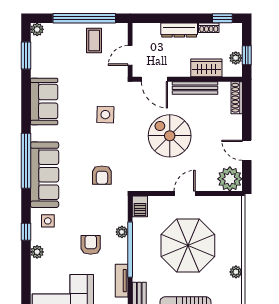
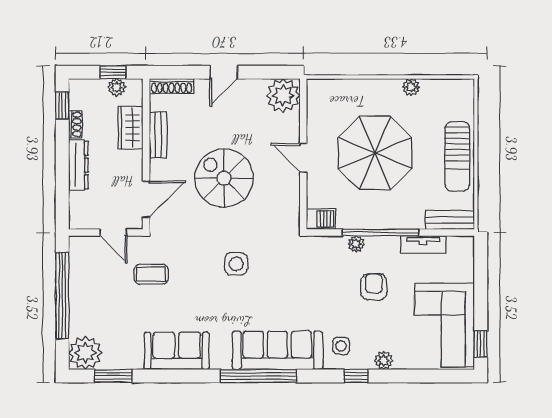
plant: (37, 29) -> (85, 353), width x1.88, depth x1.88
coffee table: (94, 41) -> (151, 274), moved
bench: (195, 88) -> (158, 135), width x0.73
side table: (105, 115) -> (236, 264), moved
spiral stairs: (170, 136) -> (224, 178), turned 90
door: (247, 150) -> (224, 72), moved
armchair: (102, 175) -> (278, 271), removed
armchair: (91, 245) -> (374, 287), turned 90

